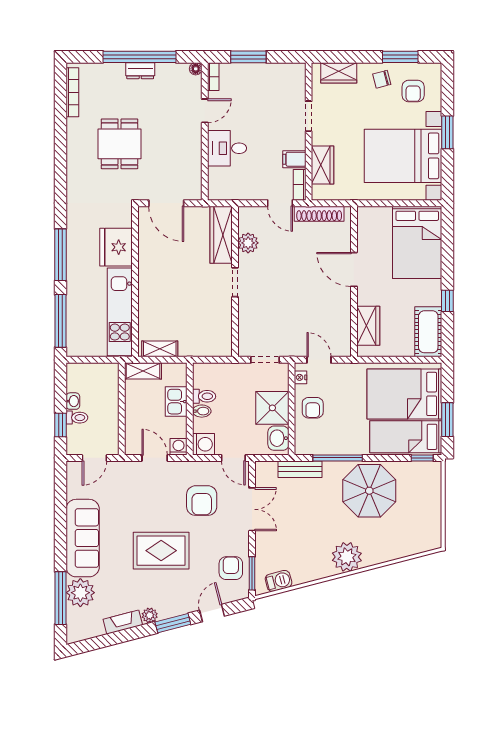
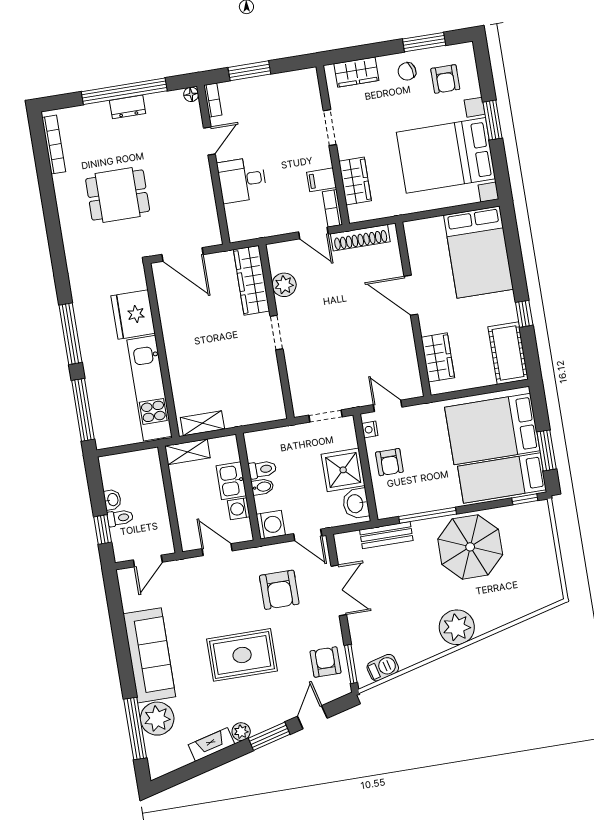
dining table: (120, 144) -> (118, 195), turned 90
washing machine: (179, 447) -> (239, 509), moved, turned -90

